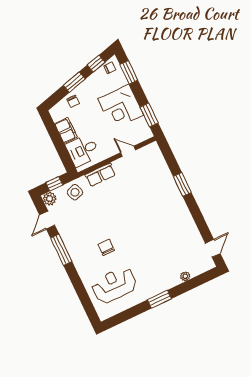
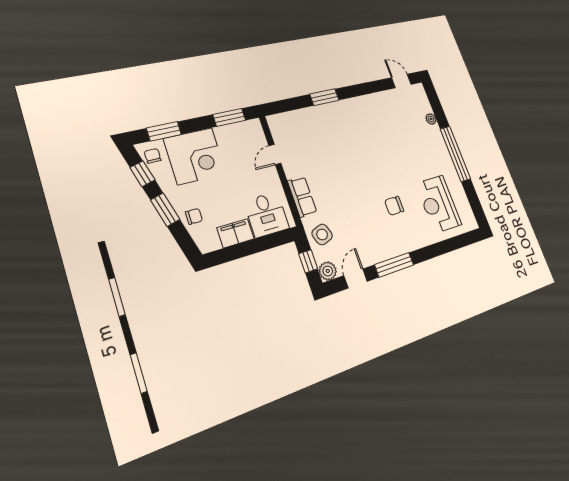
corner desk: (121, 107) -> (195, 156), moved
door: (47, 220) -> (356, 278), swing flipped
window: (159, 299) -> (455, 154), width x2.11

